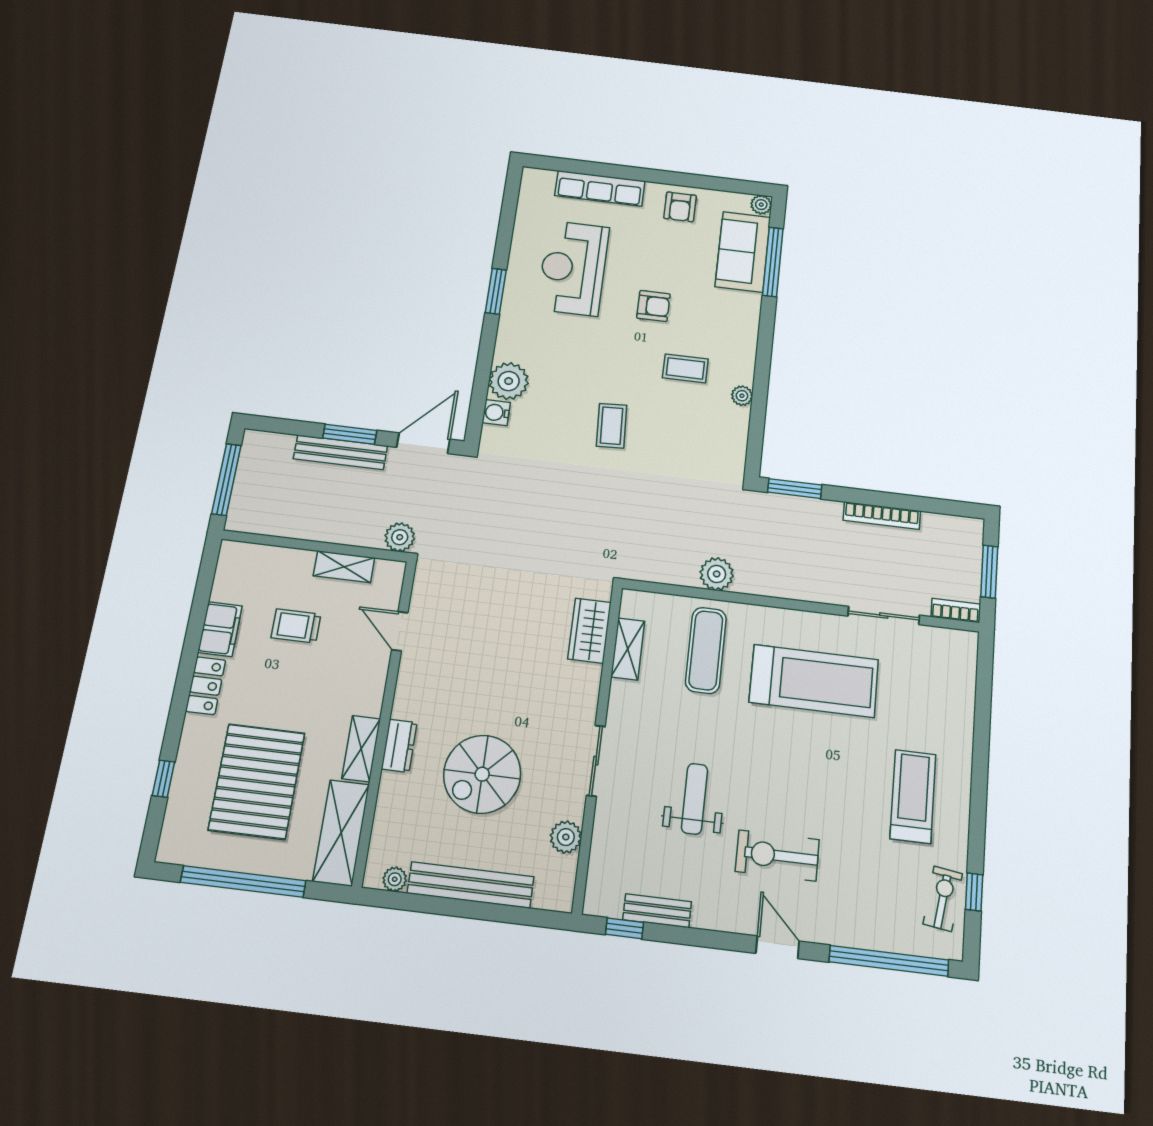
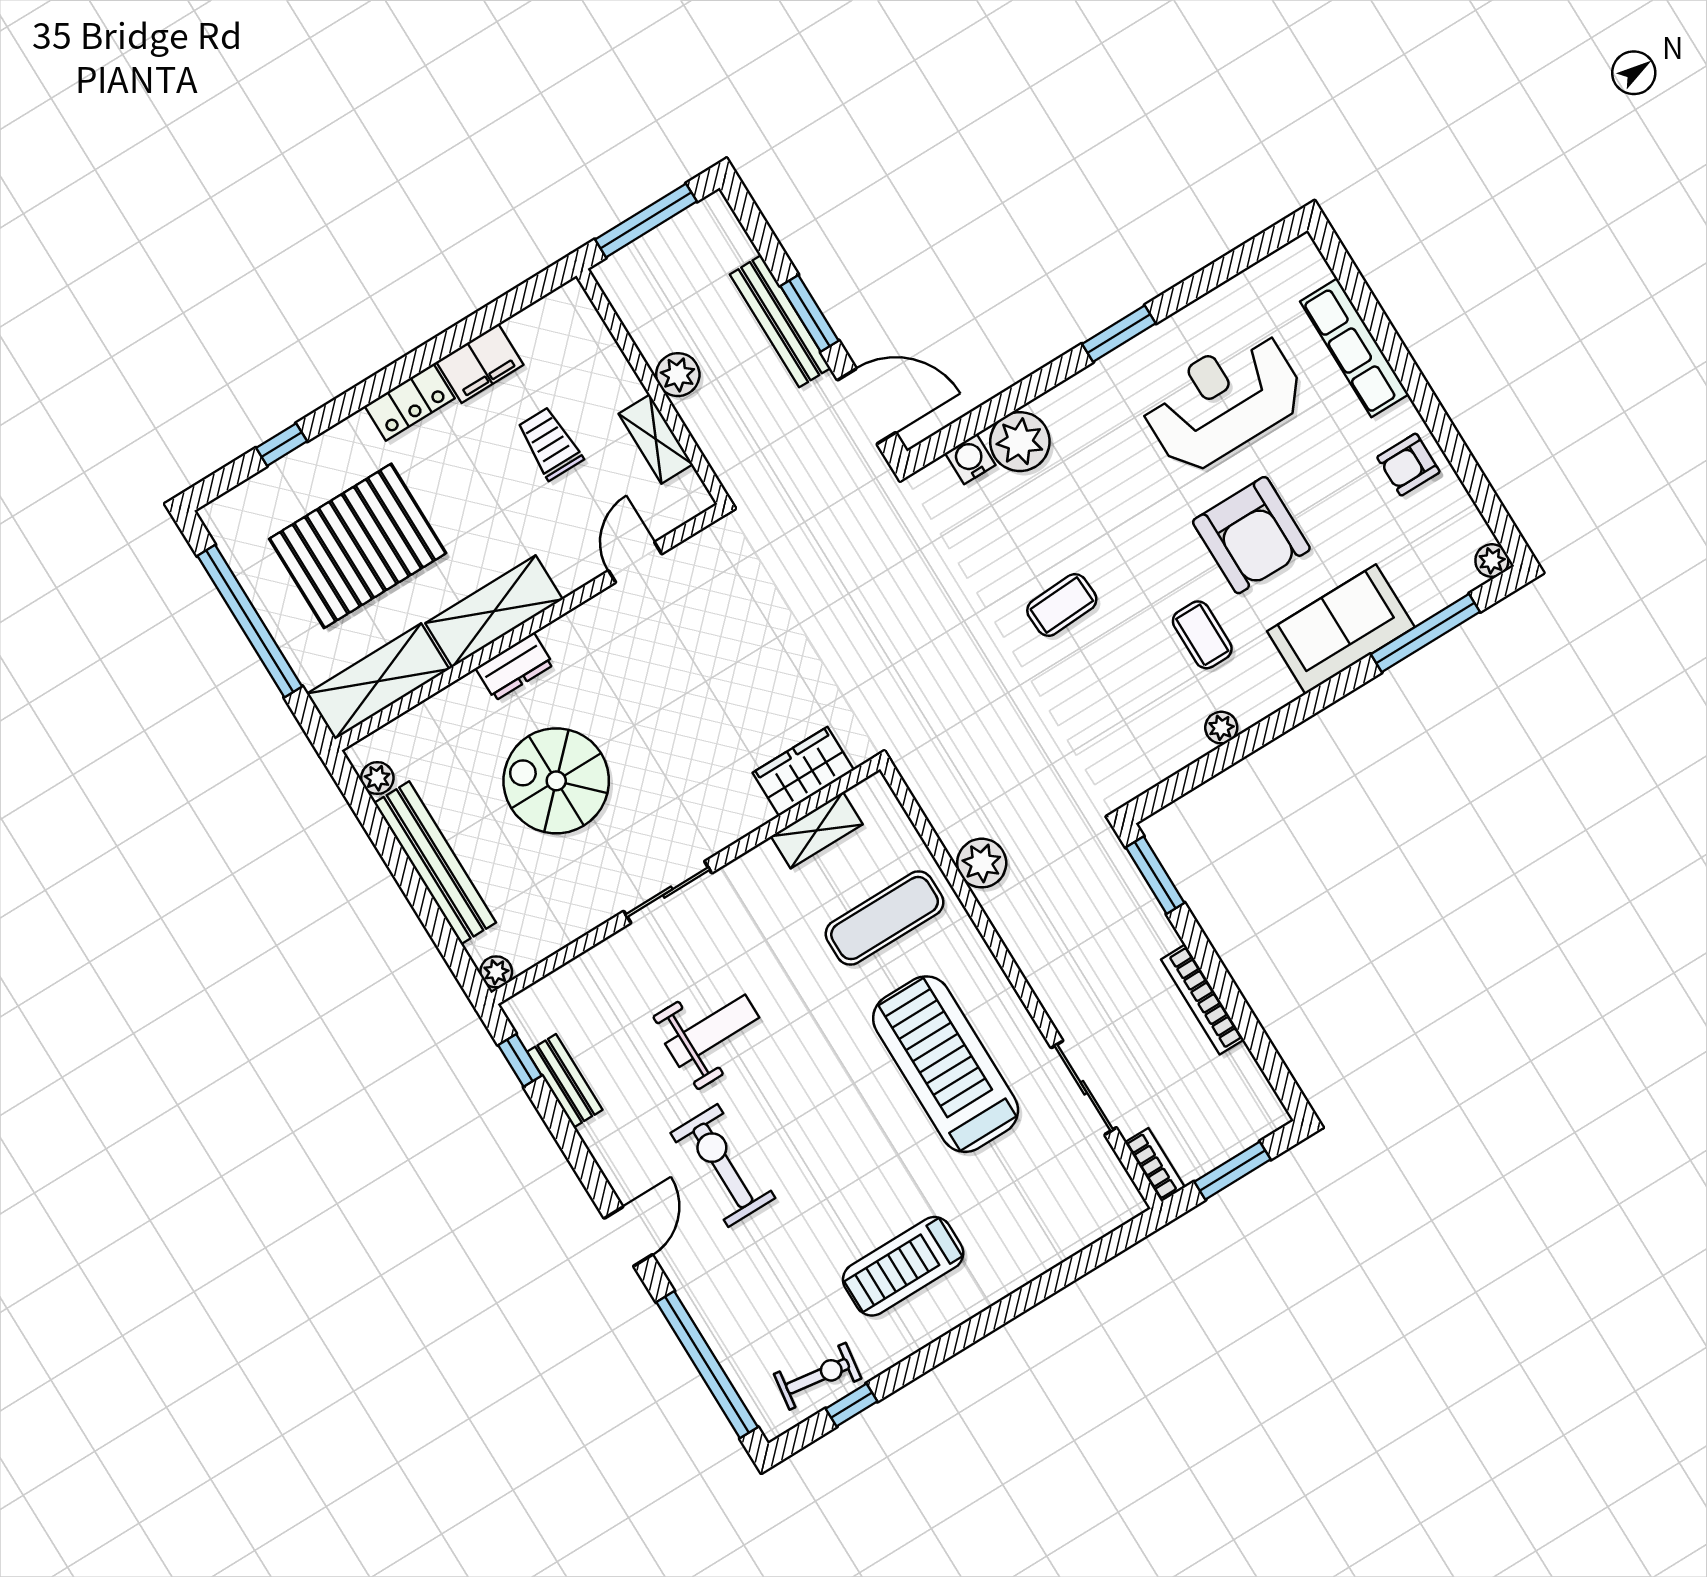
sofa: (743, 252) -> (1341, 629), moved
armchair: (653, 306) -> (1251, 535), width x1.88, depth x1.88
plant: (400, 537) -> (678, 375), moved
treadmill: (814, 681) -> (946, 1064), turned 180
shelving: (361, 749) -> (494, 611), width x1.50, depth x1.33
treadmill: (913, 796) -> (903, 1266), turned 180
plant: (566, 837) -> (496, 972), moved, width x0.73, depth x0.73

